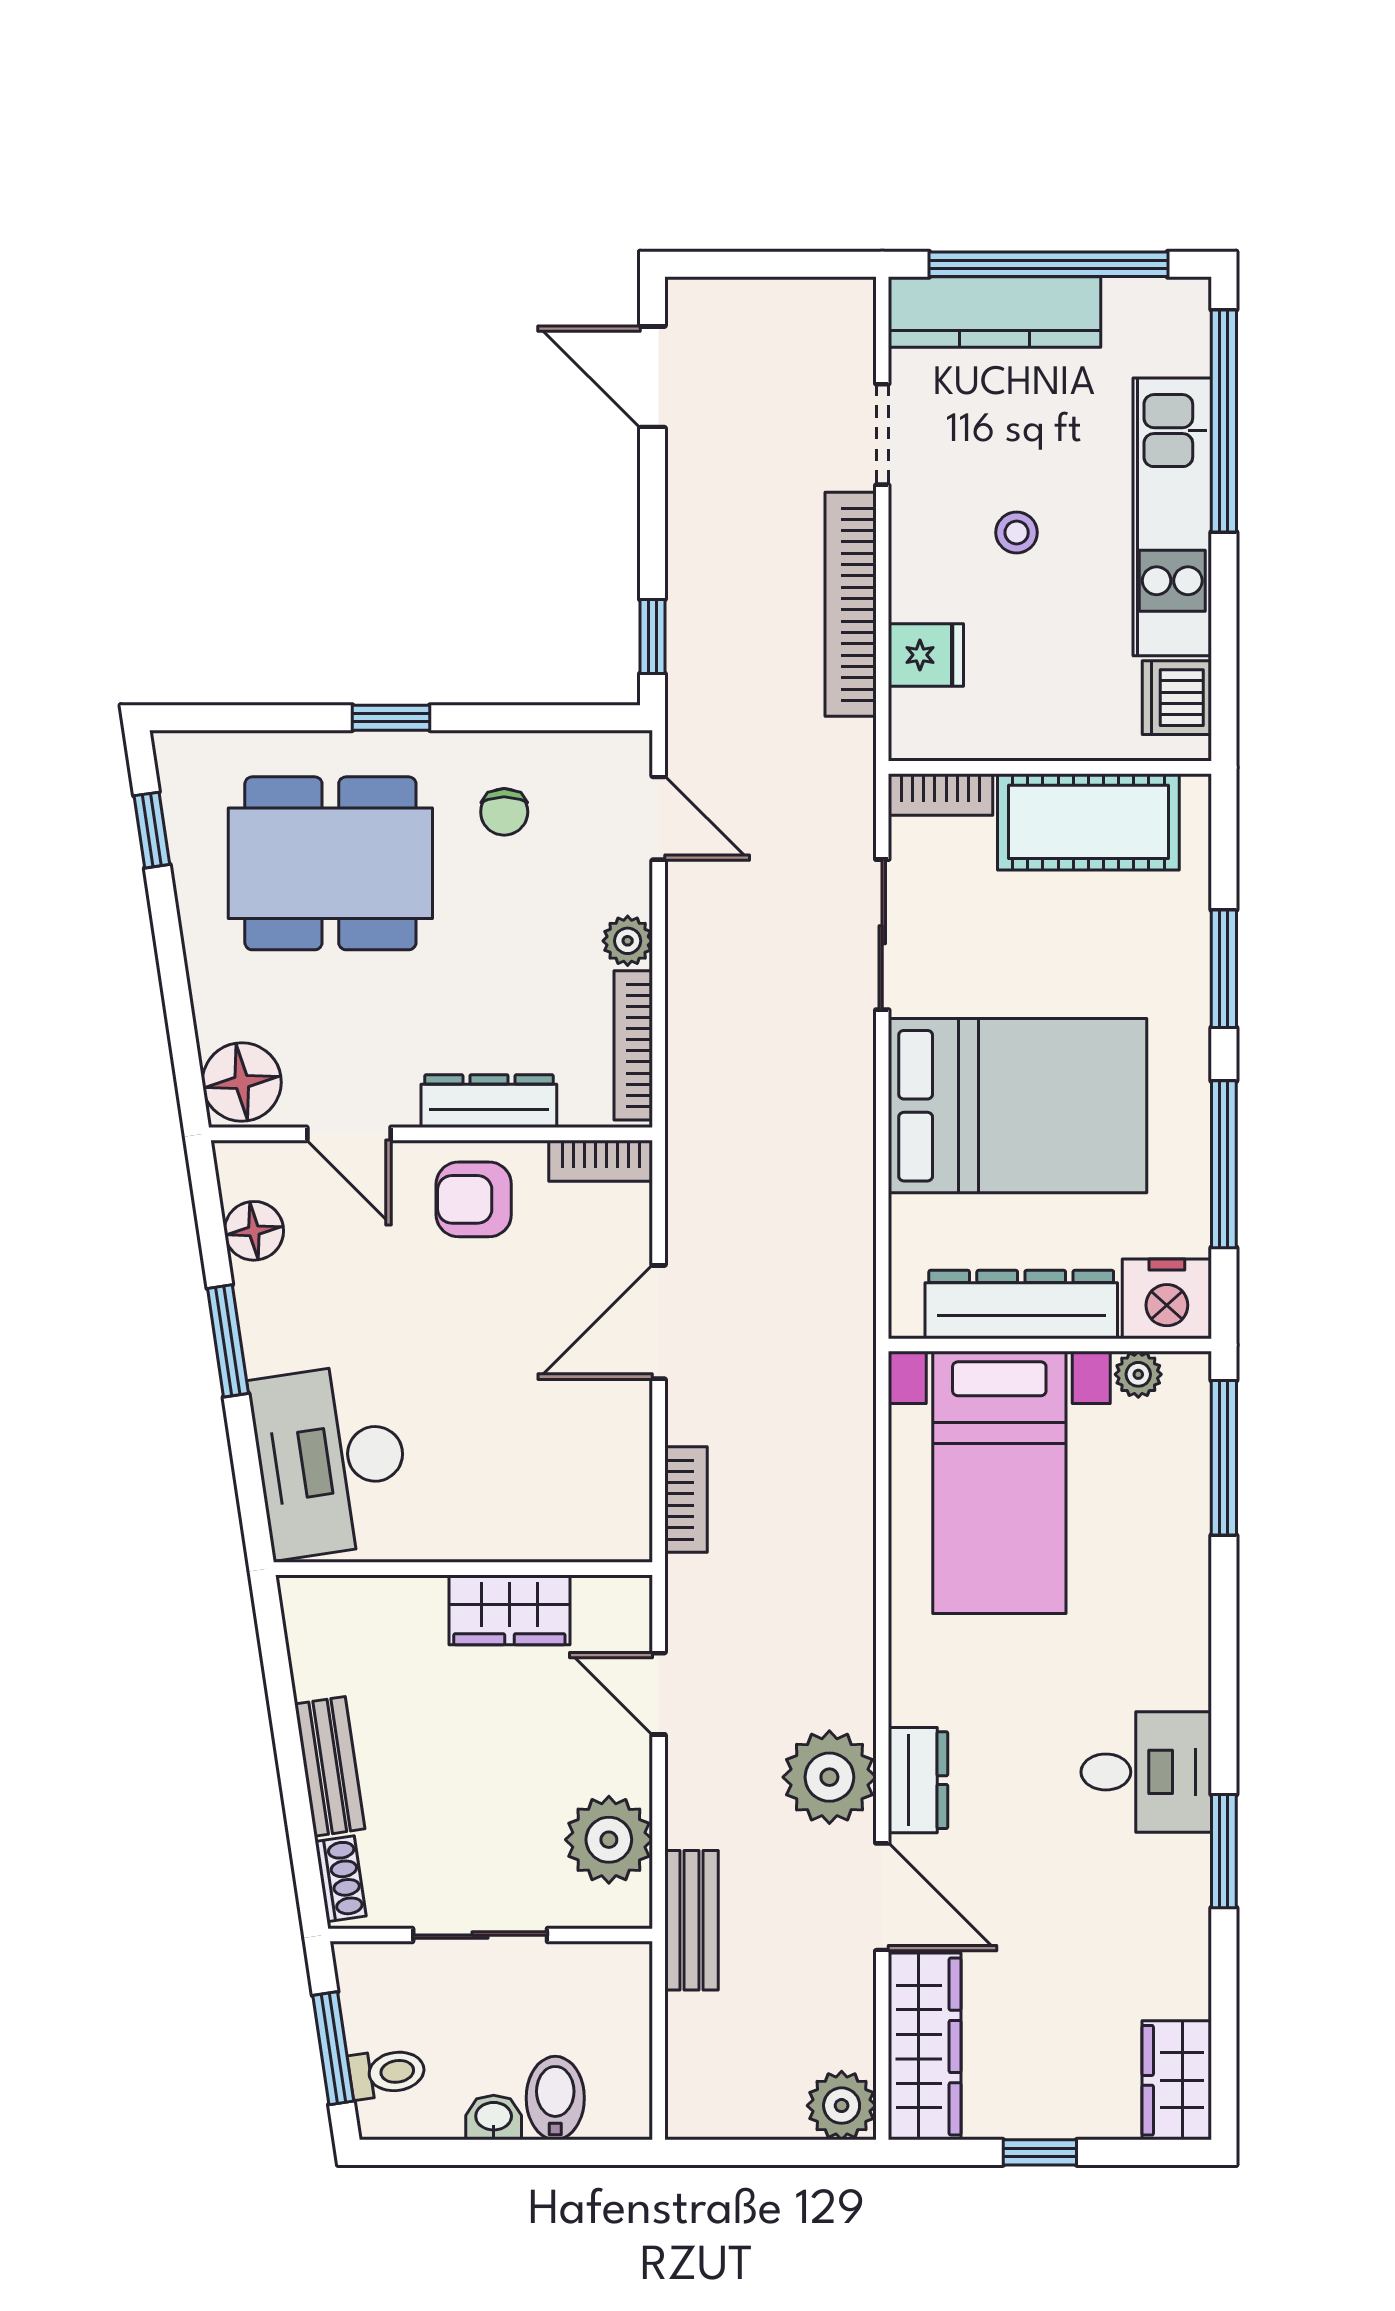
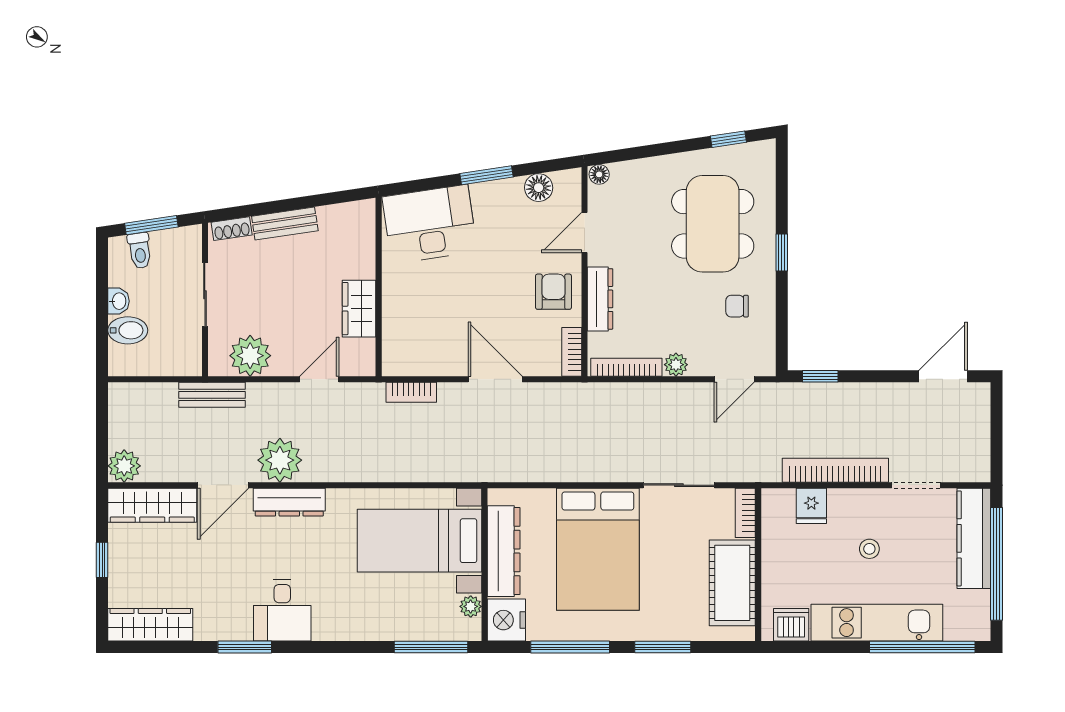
floor lamp: (242, 1082) -> (599, 174), width x0.53, depth x0.53
dresser: (918, 1780) -> (289, 502), width x1.44
wardrobe: (1177, 2080) -> (150, 625), width x1.50

